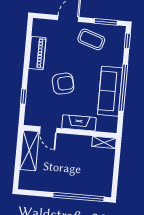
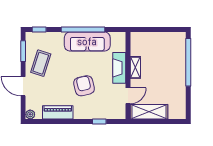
plant: (38, 23) -> (30, 114), added
shelving: (104, 142) -> (135, 67), moved

